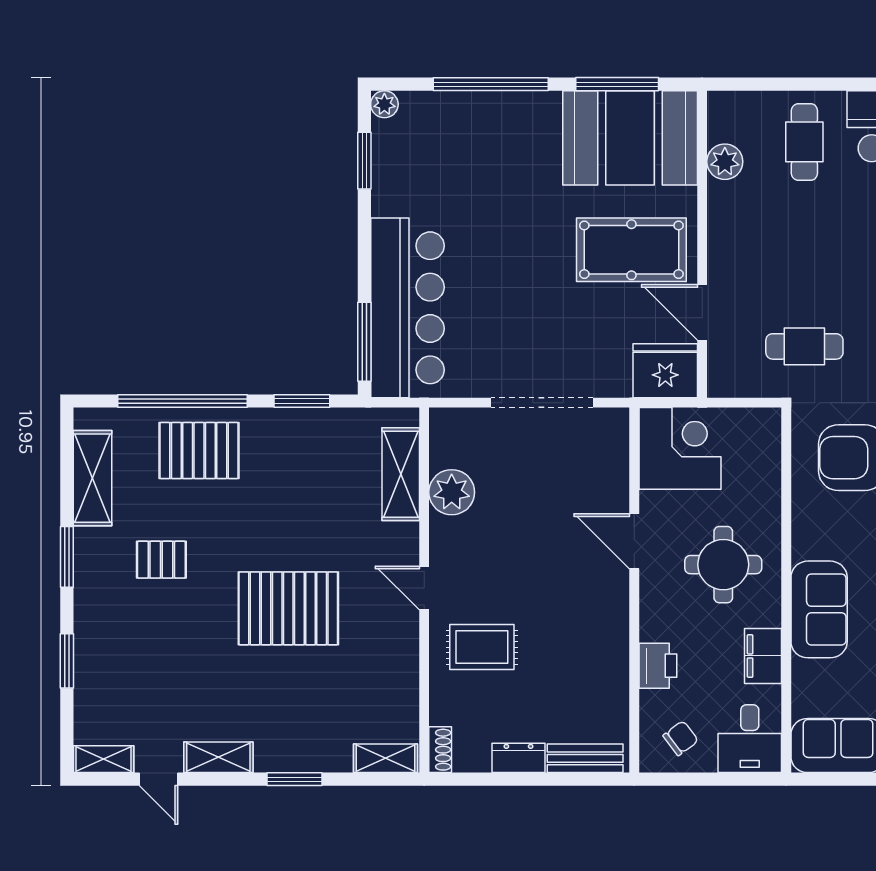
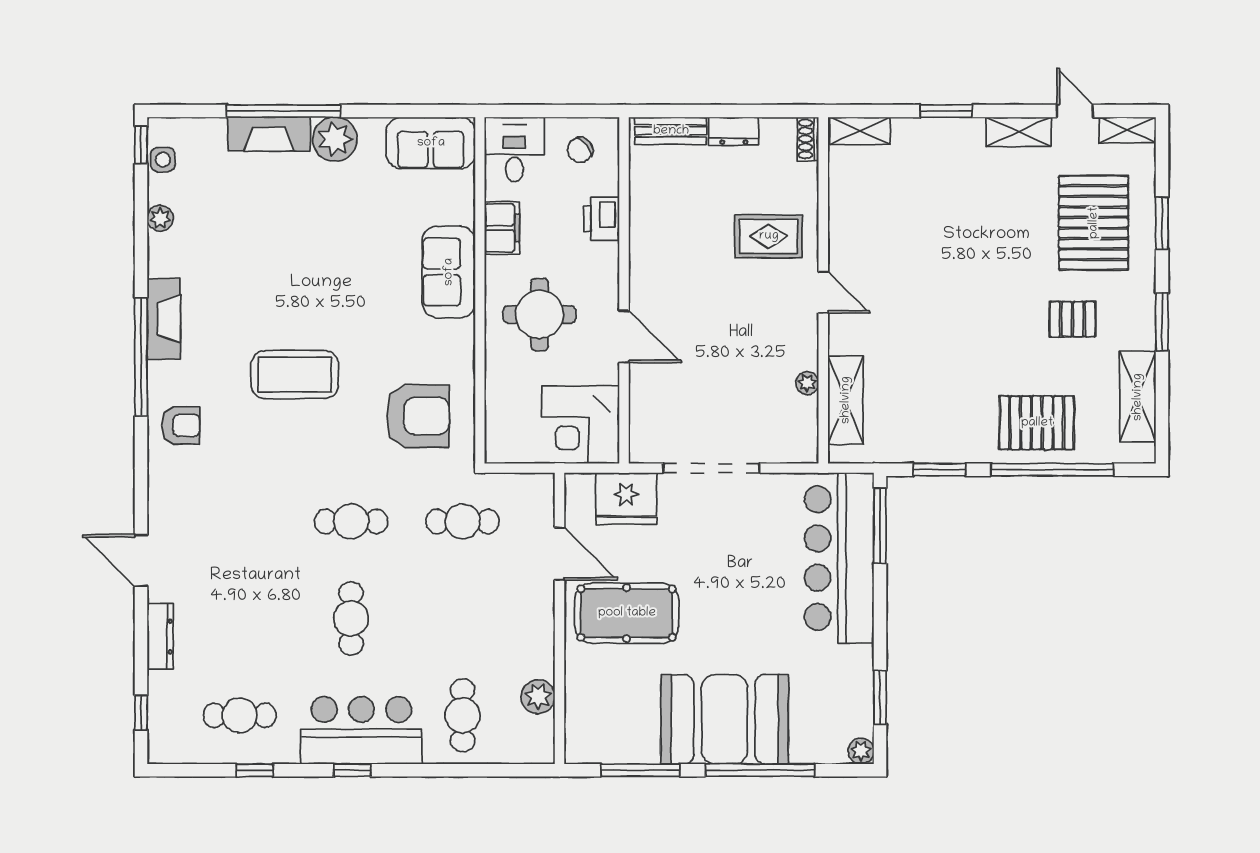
booth: (630, 138) -> (725, 719), moved
fridge: (665, 371) -> (626, 498), moved
plant: (452, 492) -> (807, 383), width x0.53, depth x0.53
pallet: (288, 608) -> (1094, 223), moved, turned 90

